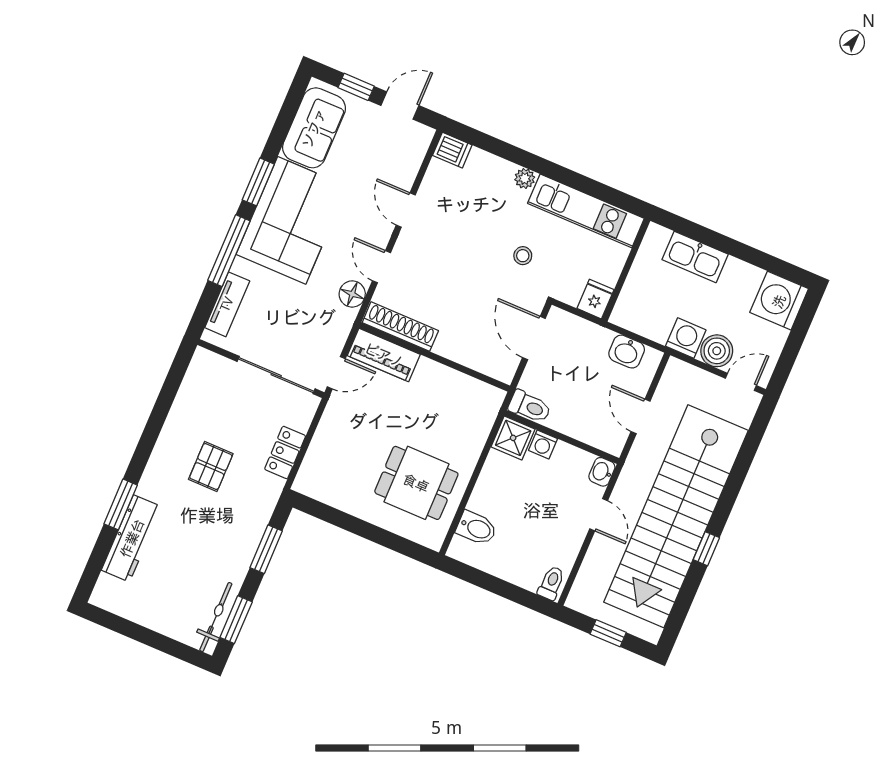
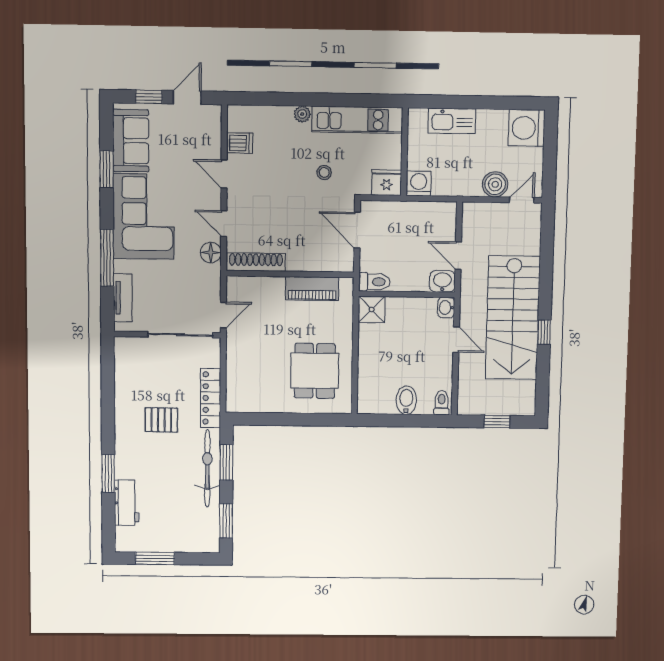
dishwasher: (452, 150) -> (240, 143), moved
window: (258, 182) -> (107, 169), moved
fridge: (595, 299) -> (387, 183), width x1.38
washing machine: (686, 338) -> (419, 184), moved
washbasin: (627, 352) -> (442, 281), moved, turned 180
piano: (384, 355) -> (312, 289), moved
washing machine: (543, 444) -> (395, 305), removed
locker: (285, 452) -> (211, 398), width x1.53
pallet: (211, 467) -> (161, 420), turned 90
dining table: (416, 483) -> (315, 371), turned 90
stairs: (676, 516) -> (513, 318), width x0.73
bidet: (477, 528) -> (406, 400), moved, turned -90
workbench: (132, 538) -> (127, 503), width x0.73
bicycle: (216, 617) -> (207, 468), moved, width x1.37, depth x1.40
window: (132, 630) -> (155, 558), added

